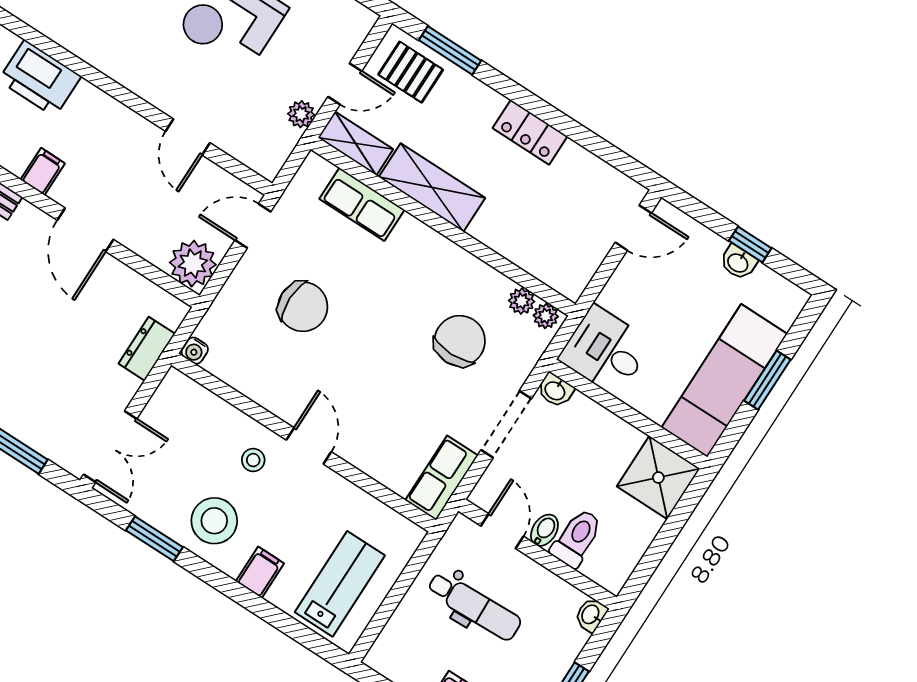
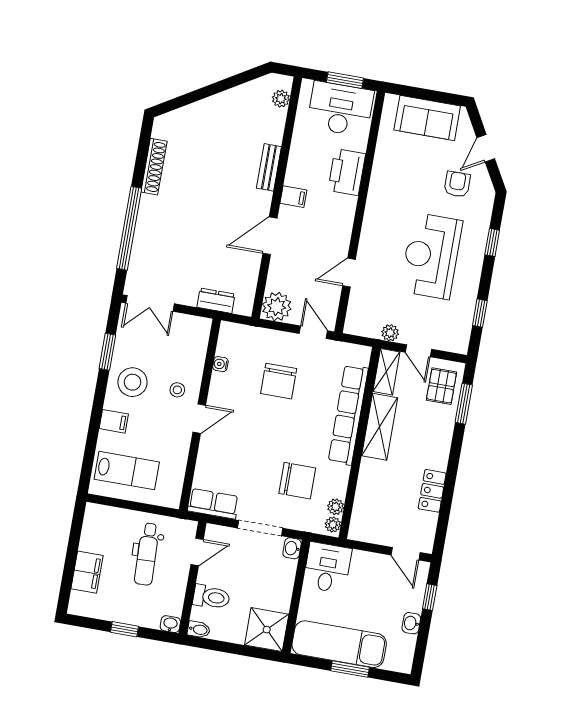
locker: (530, 132) -> (432, 491), moved
row of seats: (362, 204) -> (348, 415), width x2.02
window: (750, 244) -> (430, 597), moved
water cooler: (195, 351) -> (220, 364), moved
bidet: (544, 530) -> (199, 630), moved

